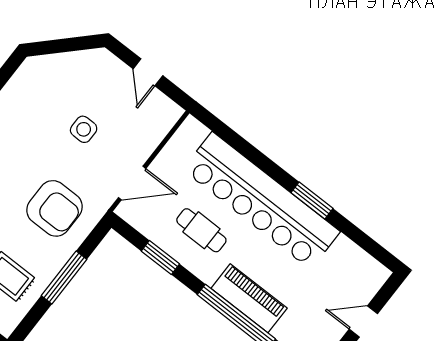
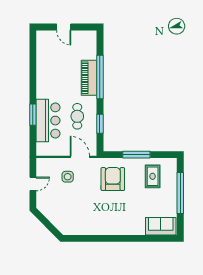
side table: (84, 129) -> (68, 177), moved
bar counter: (261, 201) -> (48, 121), width x0.54
window: (312, 201) -> (33, 115), moved

